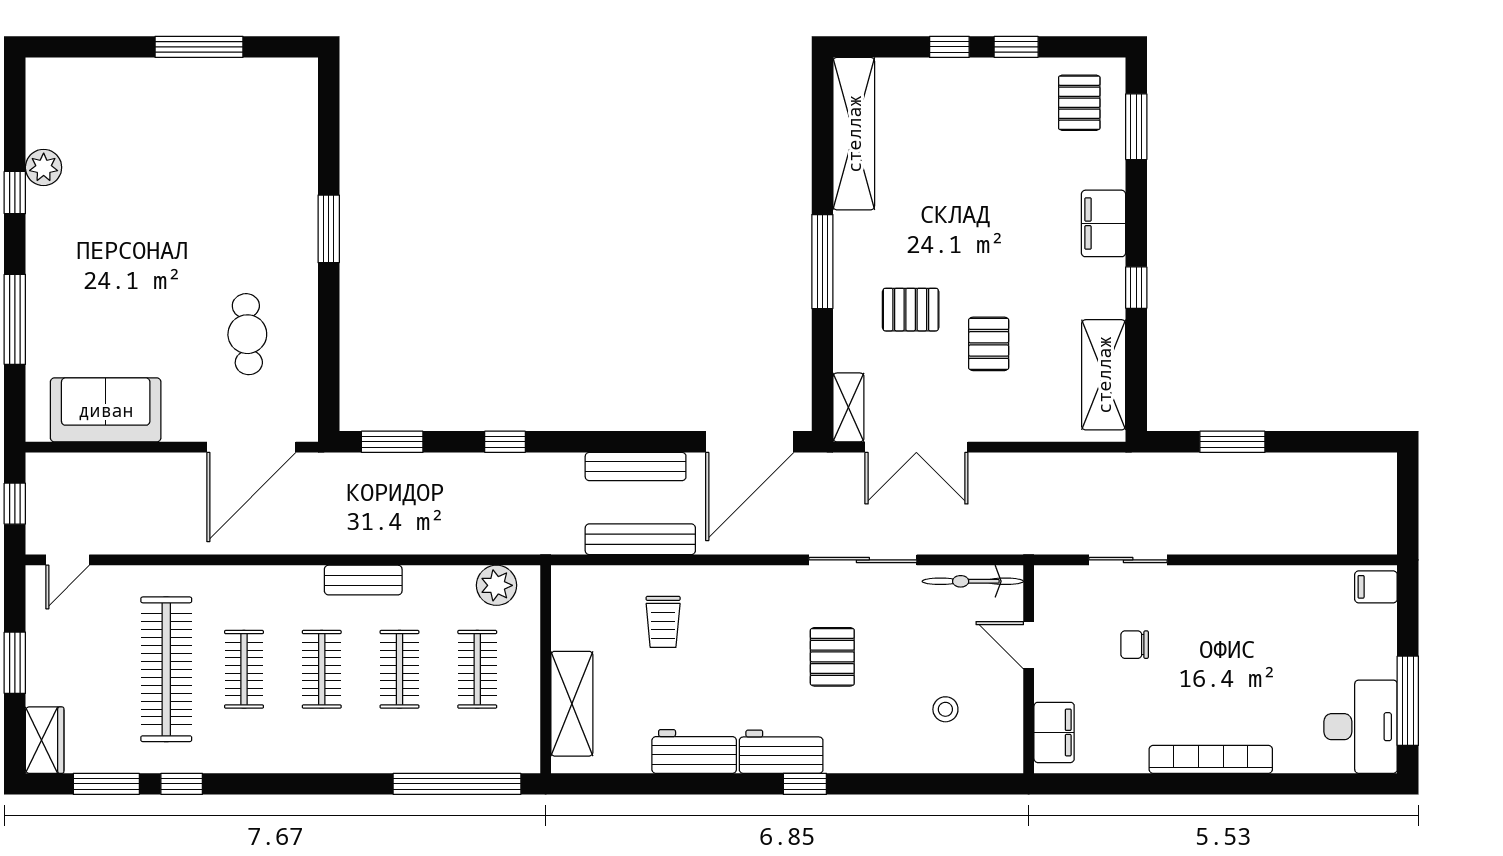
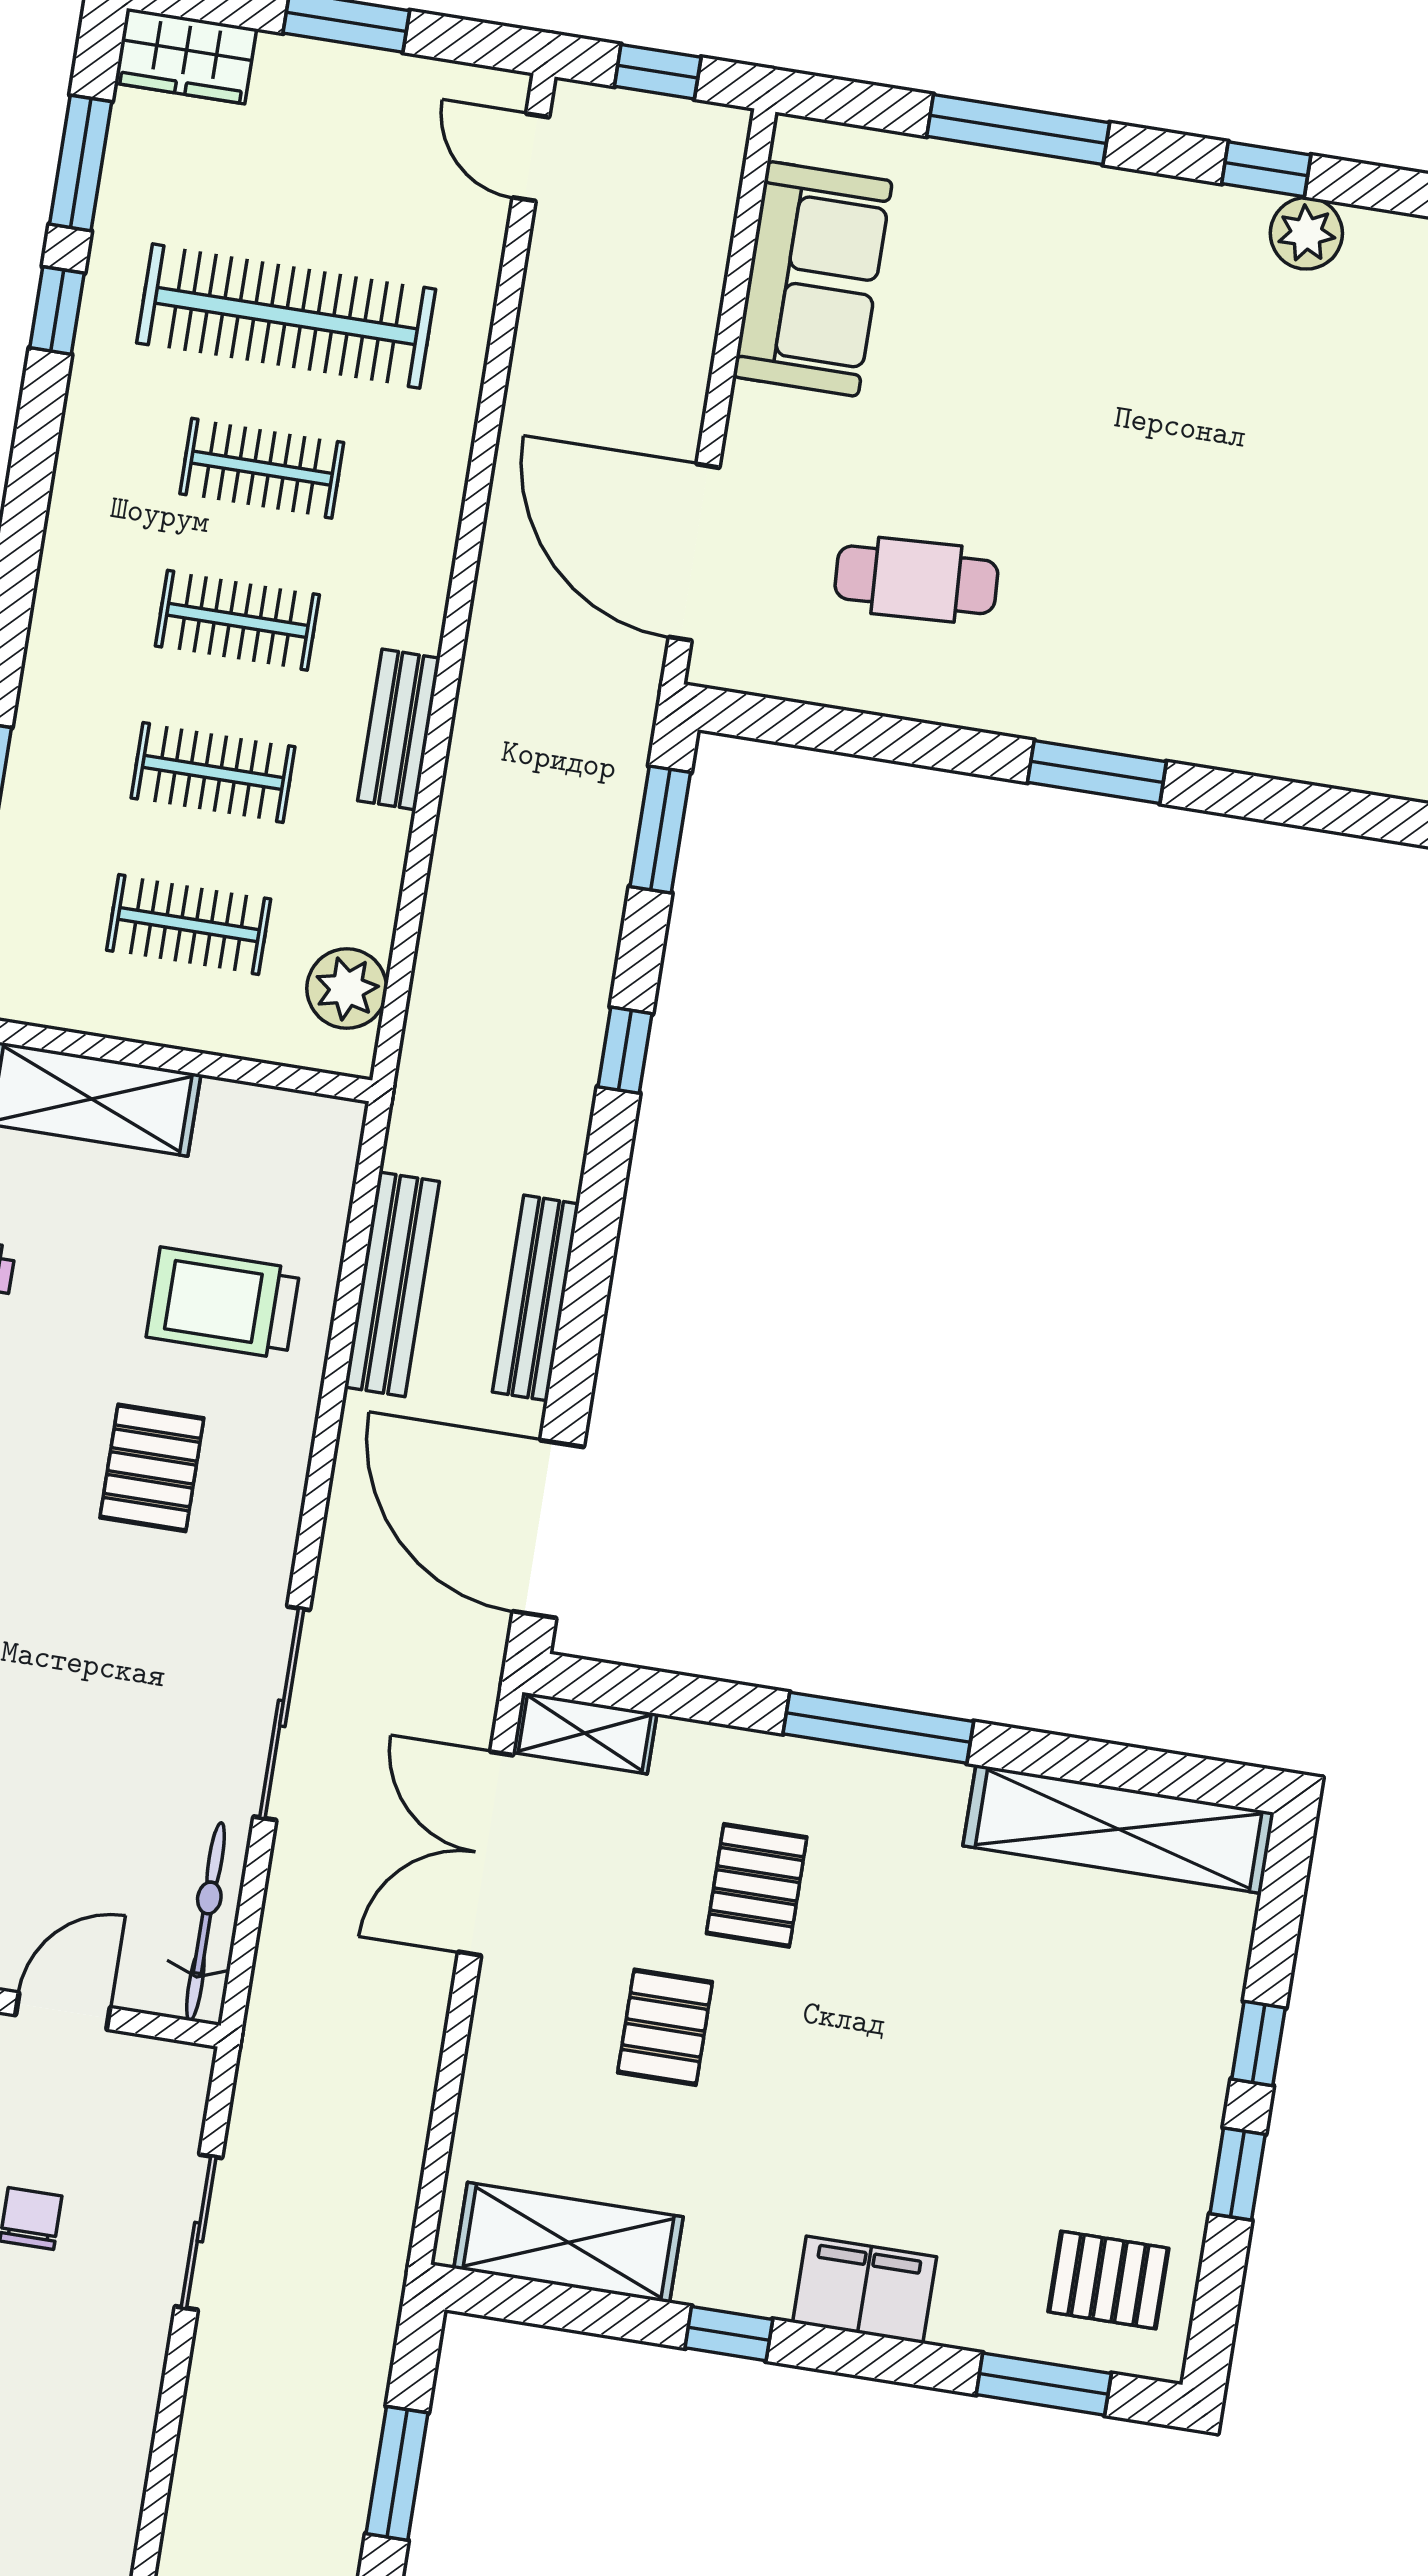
pallet: (989, 344) -> (665, 2027), turned 90
trolley: (663, 622) -> (223, 1303), width x1.36, depth x1.39
pallet: (832, 657) -> (152, 1468), moved, turned 90

